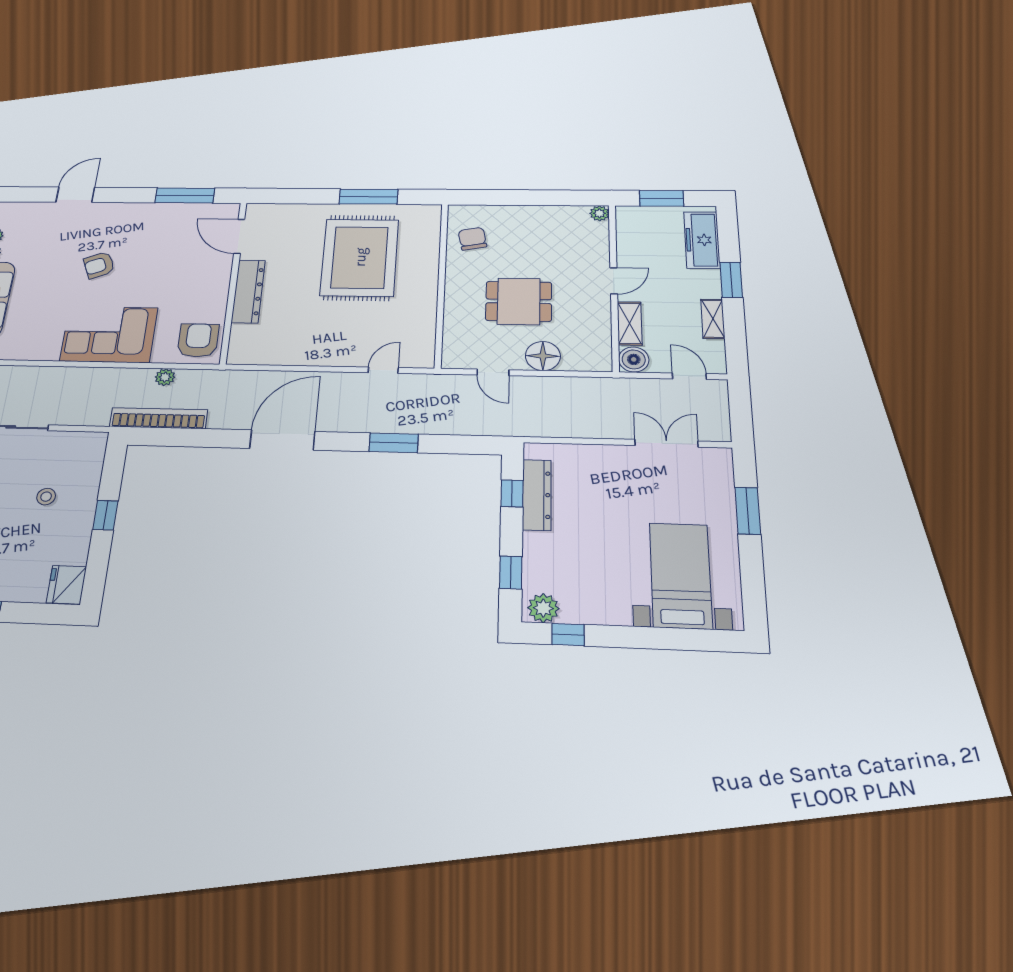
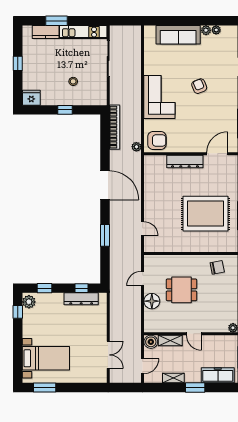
dining table: (519, 301) -> (182, 290), turned 90
plant: (165, 377) -> (136, 147), moved
window: (748, 511) -> (45, 387), moved

